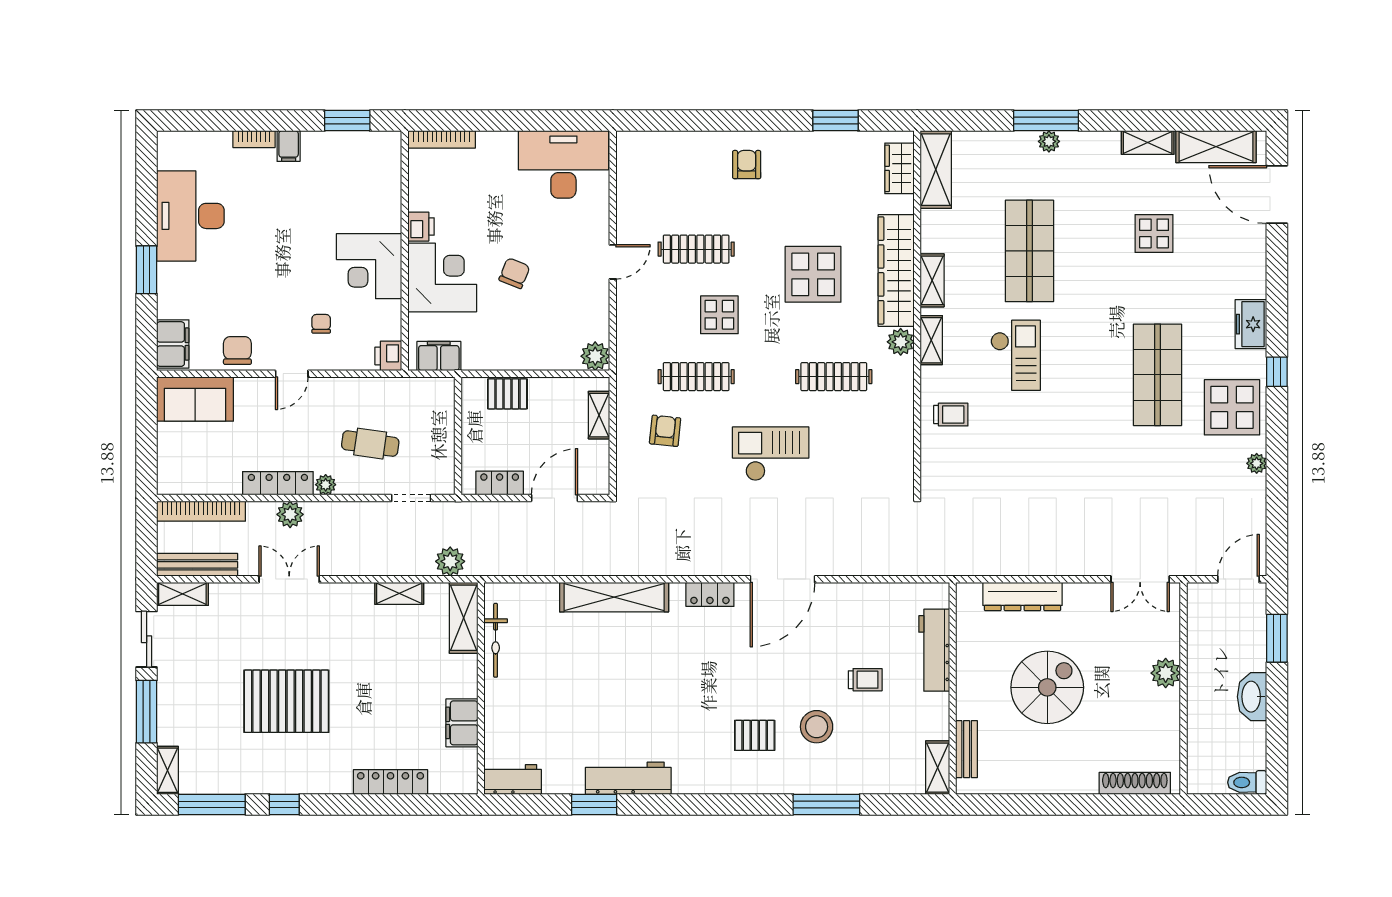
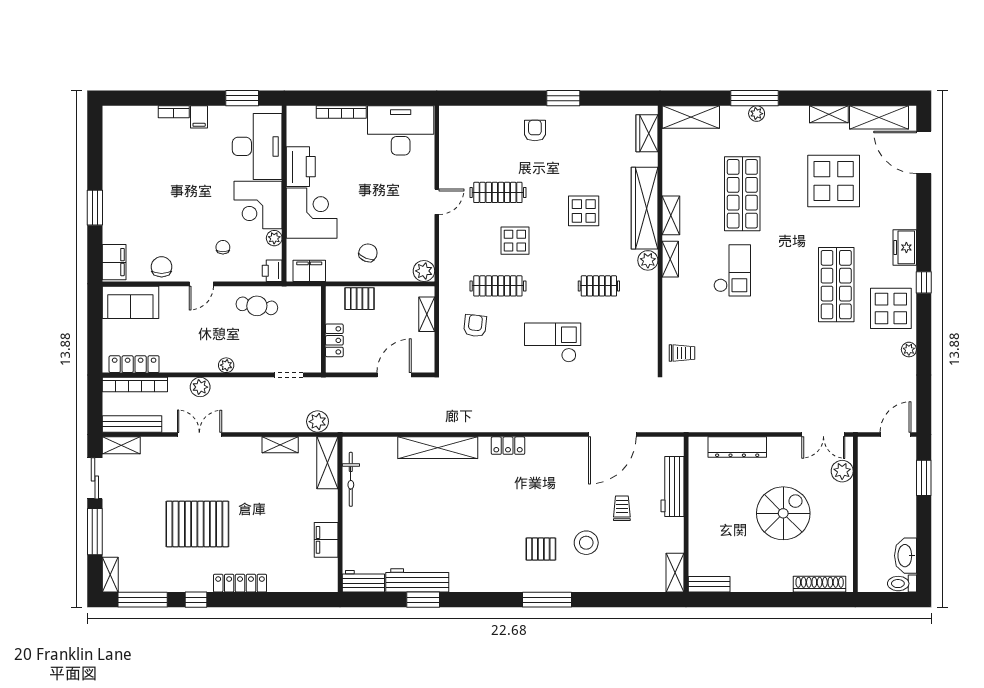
window: (836, 121) -> (563, 98), moved
bookcase: (442, 139) -> (341, 112), moved
shelving: (936, 170) -> (691, 117), moved, turned 90
desk: (190, 216) -> (257, 146), moved, turned 180
printer: (421, 227) -> (301, 167), width x1.87, depth x1.48
display table: (1154, 233) -> (834, 181), width x1.86, depth x1.86
chair: (514, 273) -> (368, 253), moved
display table: (813, 274) -> (584, 211), width x0.73, depth x0.73
plant: (391, 311) -> (274, 238), added
clothes rail: (834, 377) -> (599, 286), width x0.73
trolley: (951, 415) -> (682, 353), moved
cafe table: (370, 444) -> (257, 306), moved
locker: (278, 483) -> (134, 364), moved
locker: (500, 483) -> (334, 340), moved, turned 90
door: (782, 579) -> (612, 435), moved
plant: (1166, 673) -> (842, 471), moved
trolley: (865, 680) -> (622, 508), turned -90
spiral stairs: (1047, 687) -> (783, 513), moved
washbasin: (1252, 697) -> (906, 556), moved
bench: (967, 749) -> (709, 584), moved, turned 90
workbench: (628, 778) -> (417, 580), moved
locker: (391, 782) -> (240, 583), moved
window: (826, 804) -> (547, 600), moved

